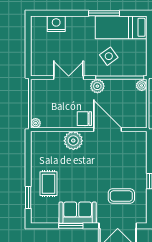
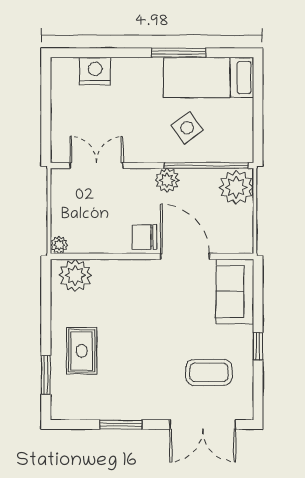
double door: (69, 78) -> (97, 165), moved
plant: (142, 85) -> (236, 187), width x1.88, depth x1.88
plant: (73, 141) -> (75, 275), moved
sofa: (78, 213) -> (235, 291), moved, turned -90

